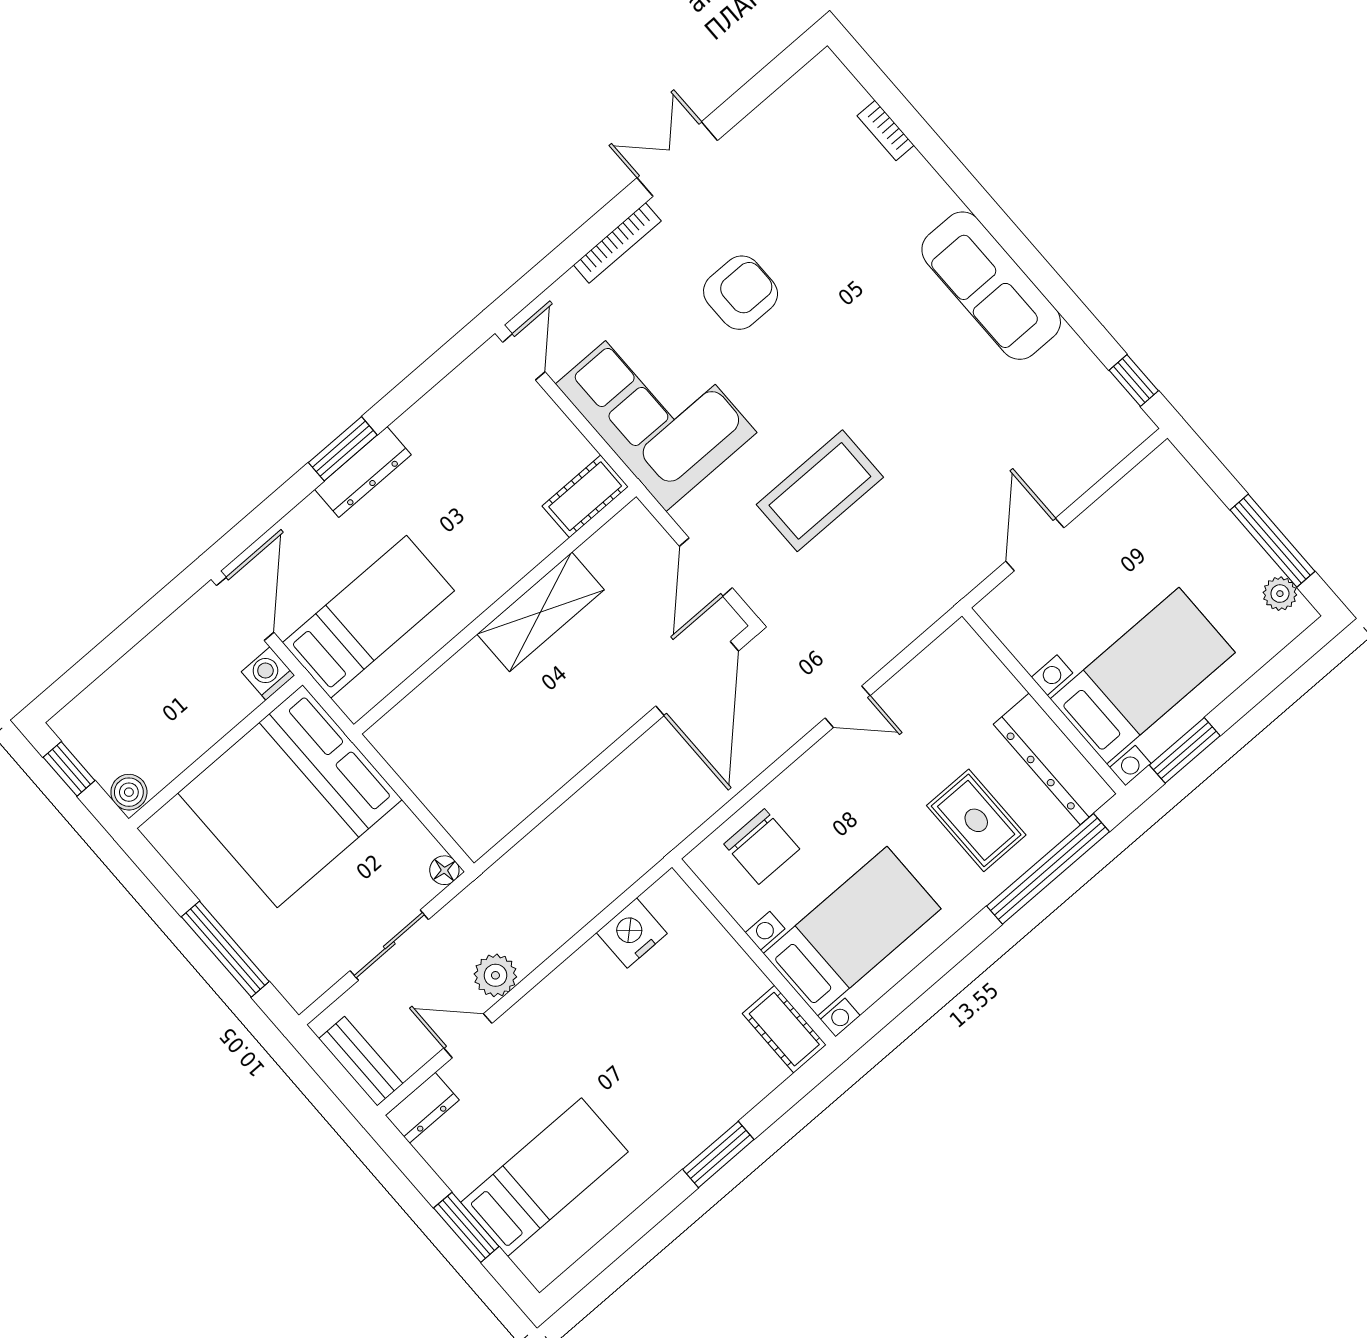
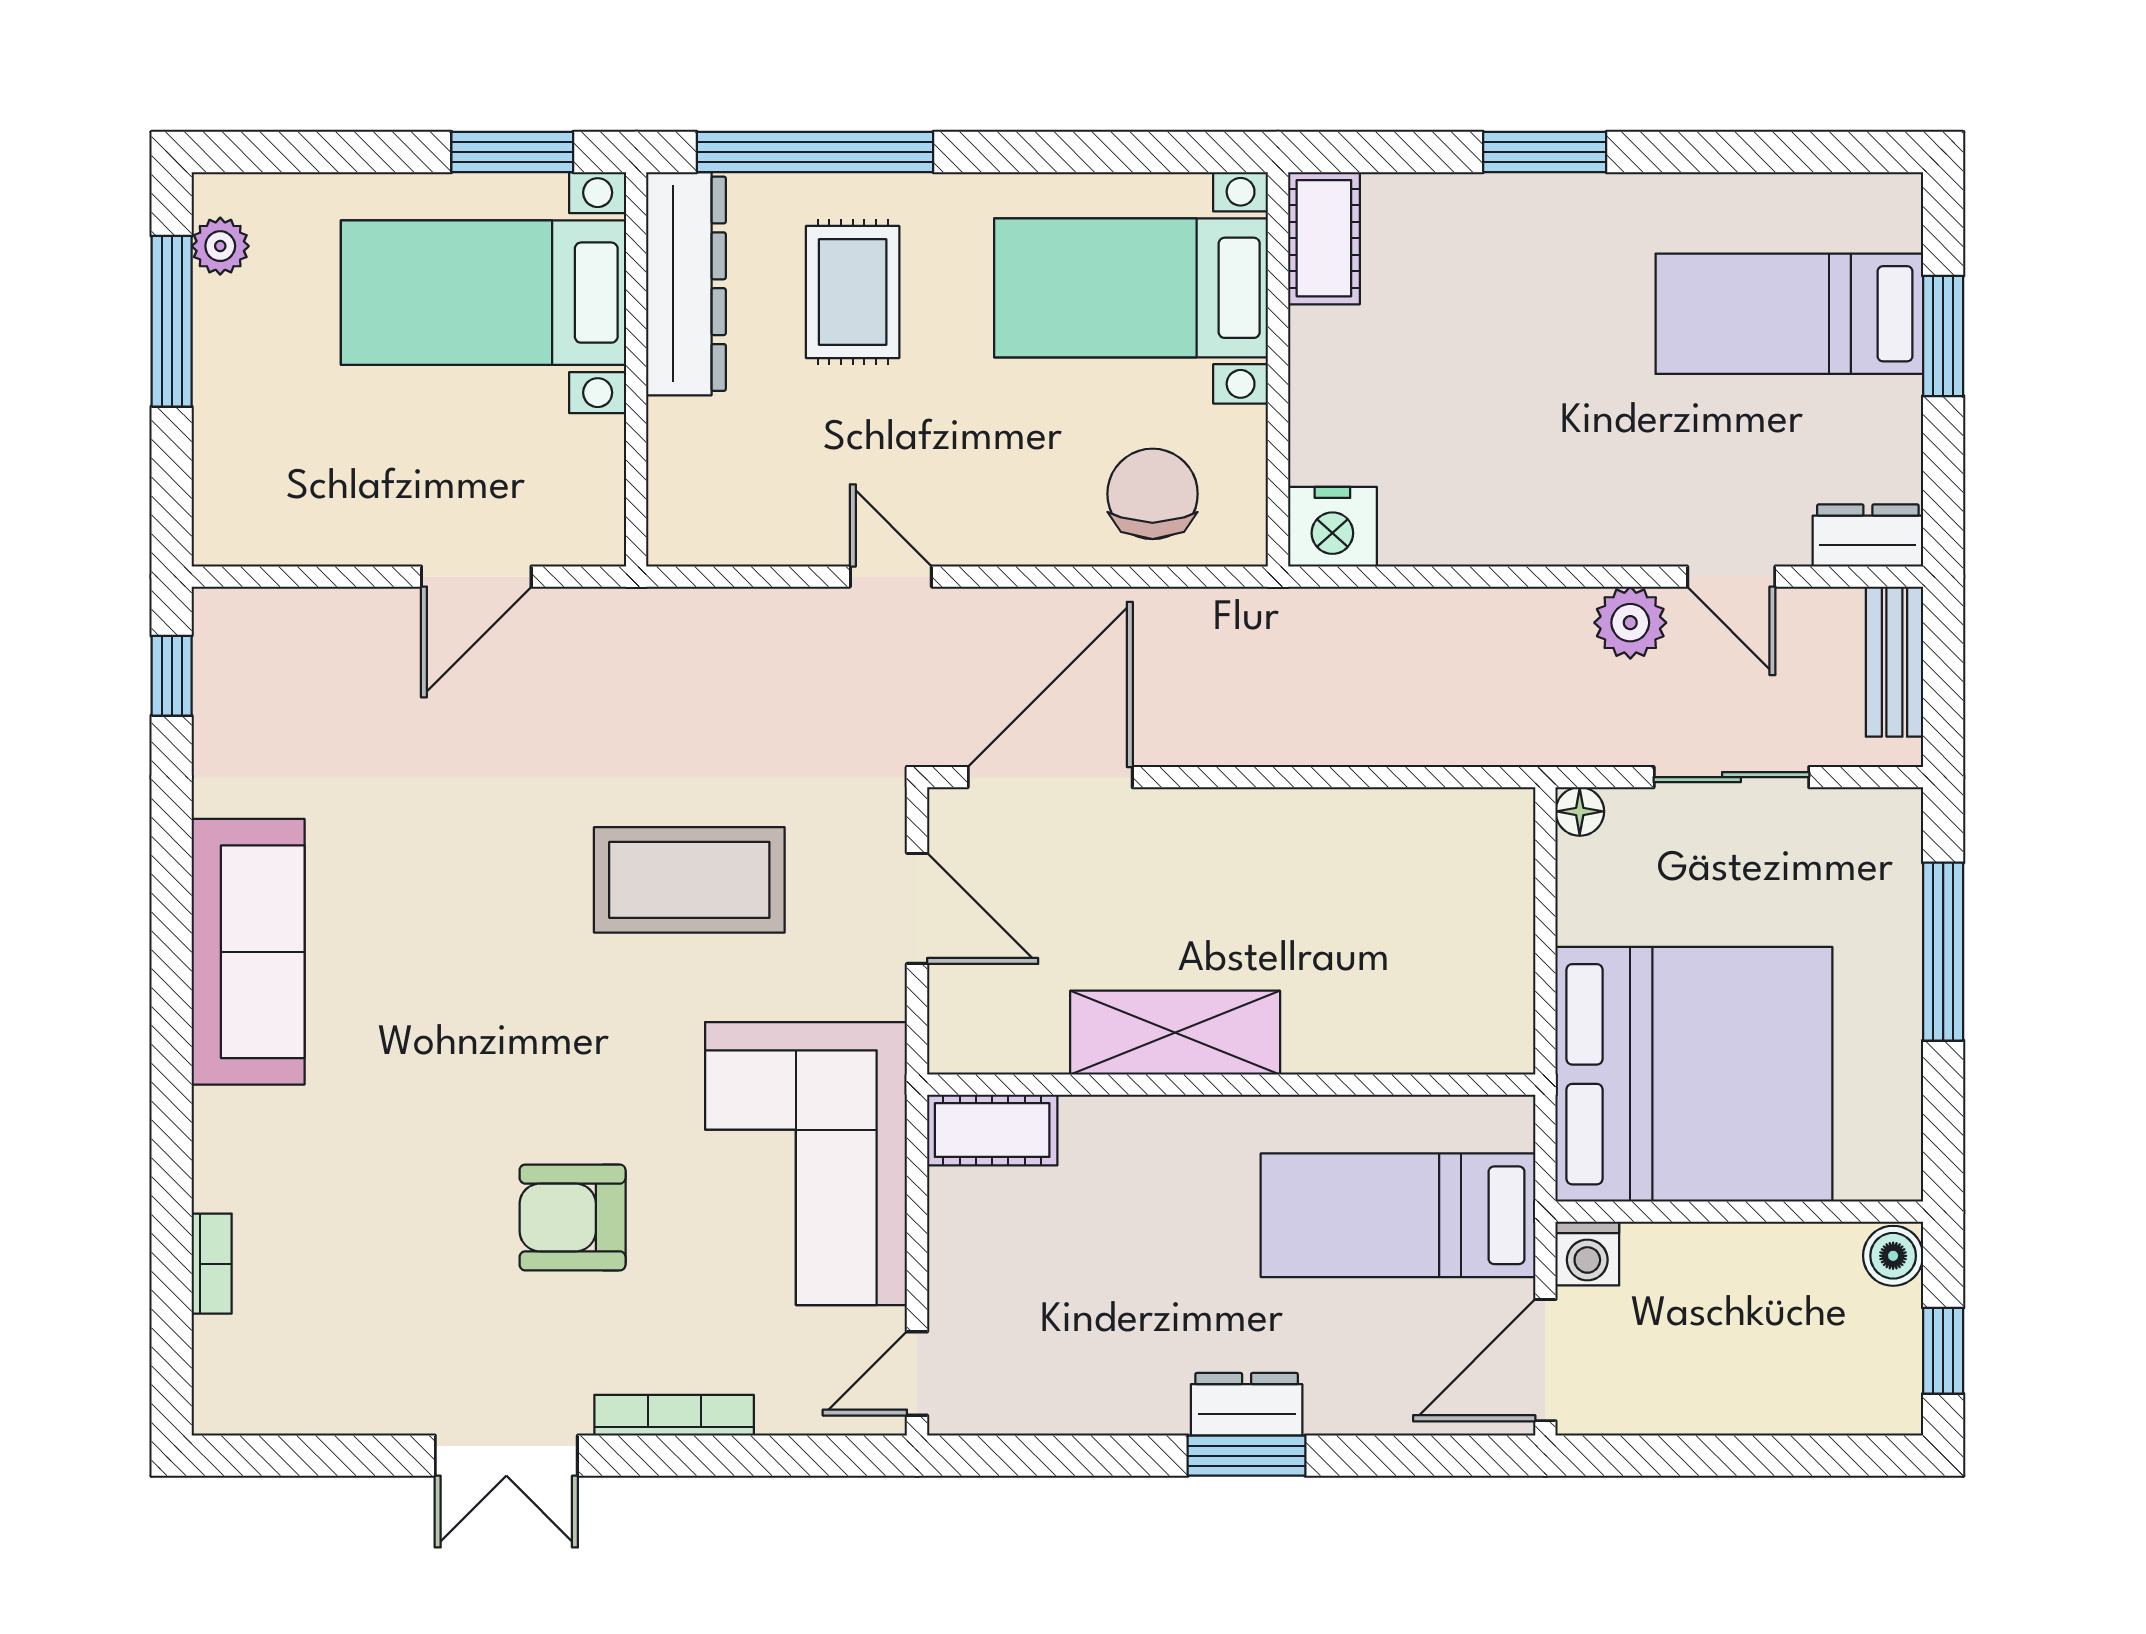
dresser: (363, 472) -> (1247, 1404), width x0.70
door: (706, 567) -> (917, 908), hinge flipped
nightstand: (632, 933) -> (1332, 527), moved

